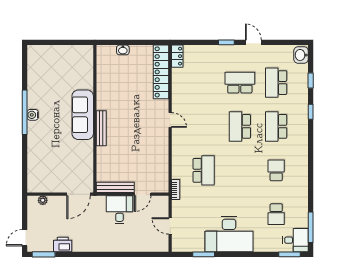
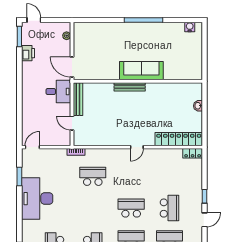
water cooler: (33, 115) -> (190, 27), moved
school desk: (204, 170) -> (93, 176), turned 180
desk: (119, 210) -> (58, 92), moved
door: (170, 226) -> (32, 147), moved

